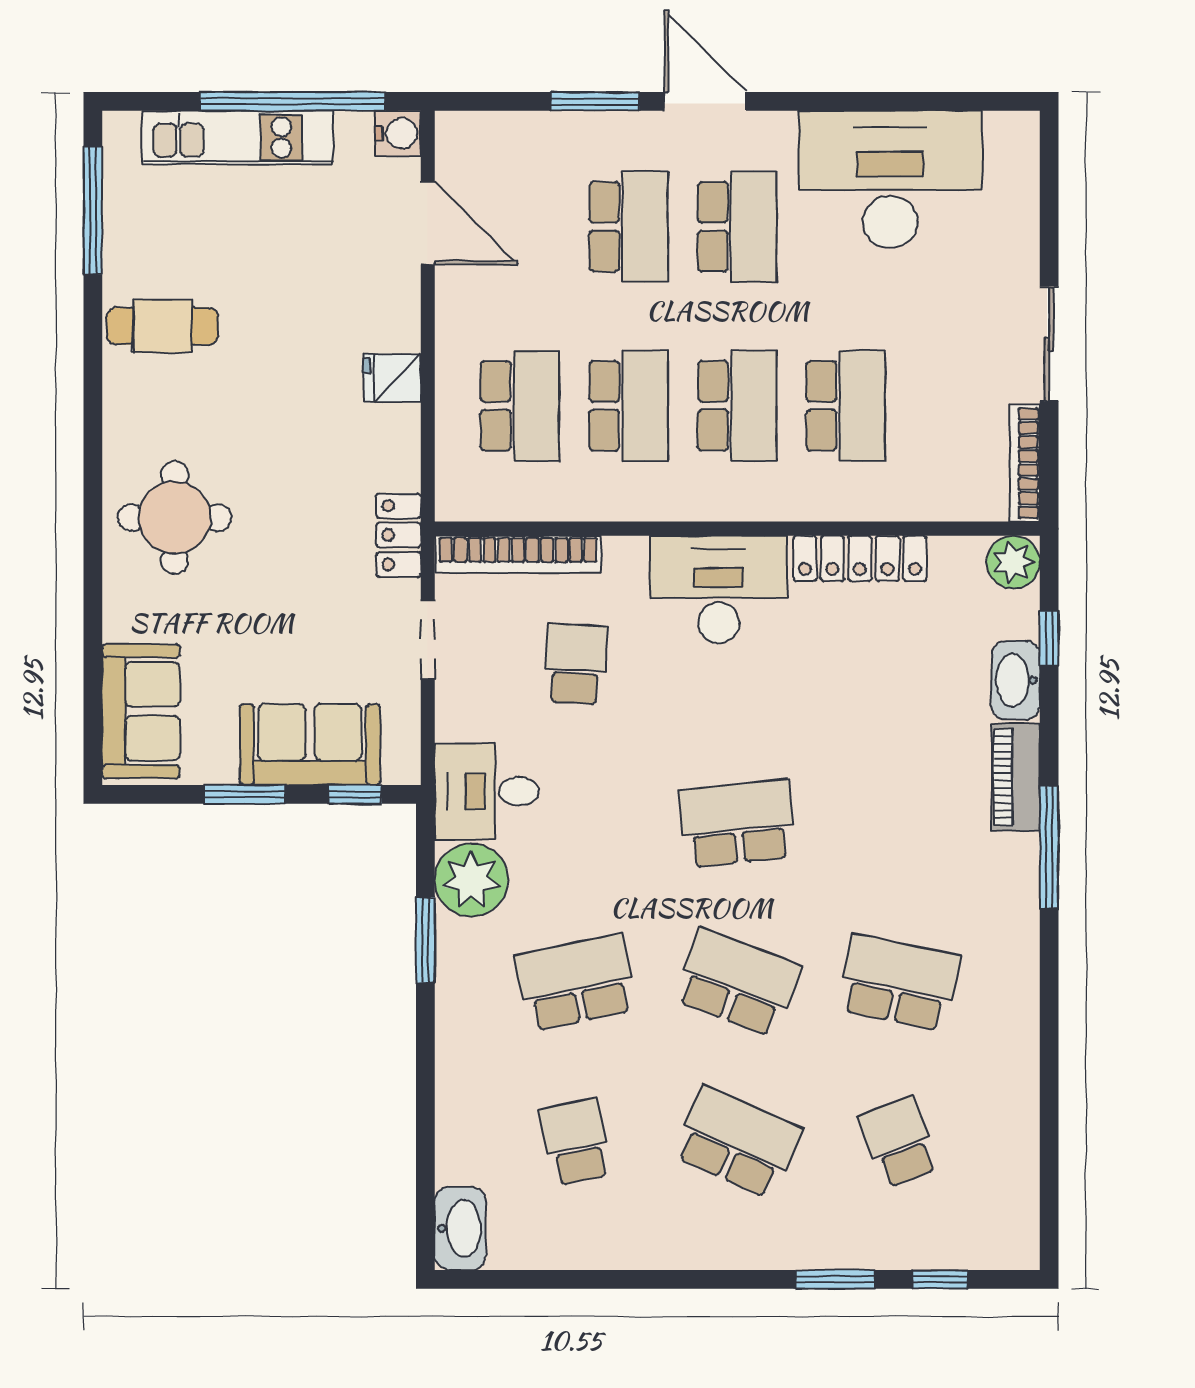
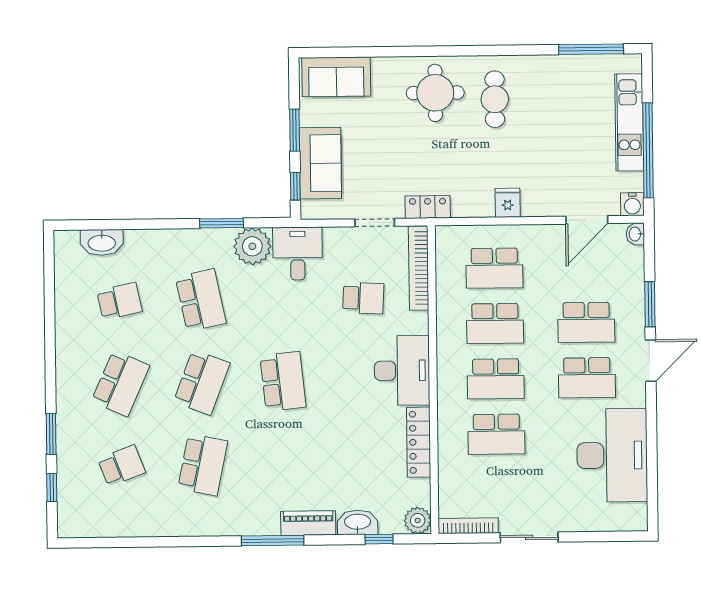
washbasin: (456, 128) -> (635, 234), added
cafe table: (163, 326) -> (495, 99), moved
washbasin: (460, 1228) -> (102, 242), moved

